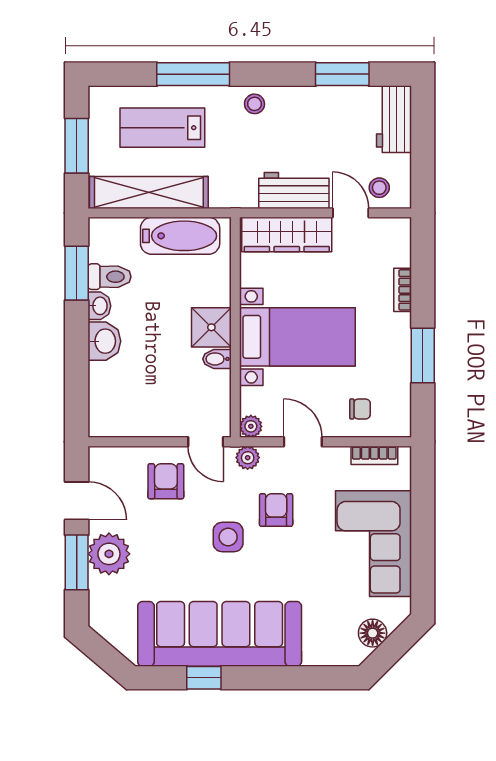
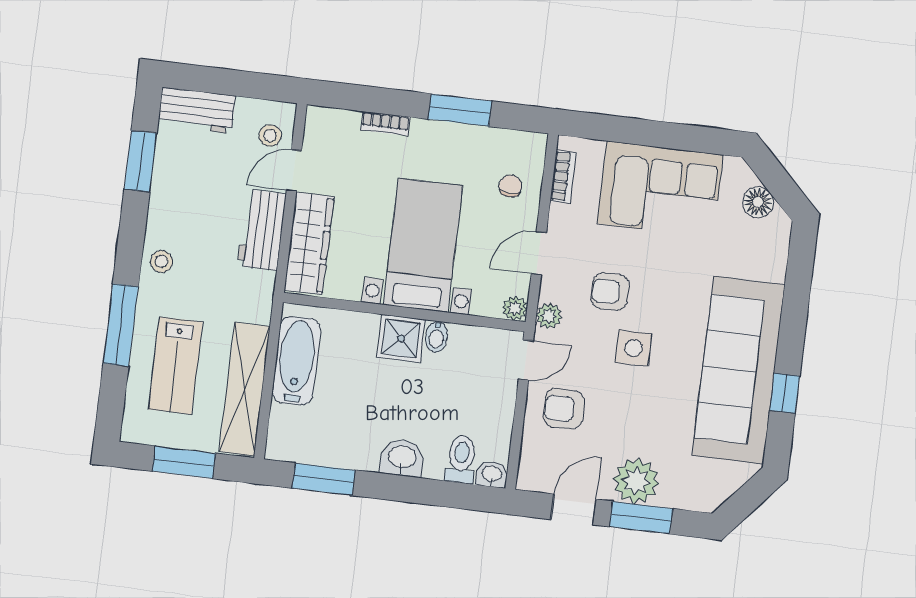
toilet: (109, 277) -> (461, 459), moved
washbasin: (99, 306) -> (492, 474), moved

